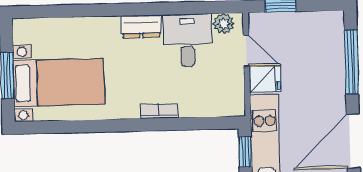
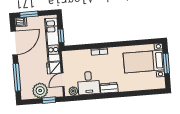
plant: (300, 29) -> (40, 91), added
door: (246, 51) -> (63, 80), hinge flipped

